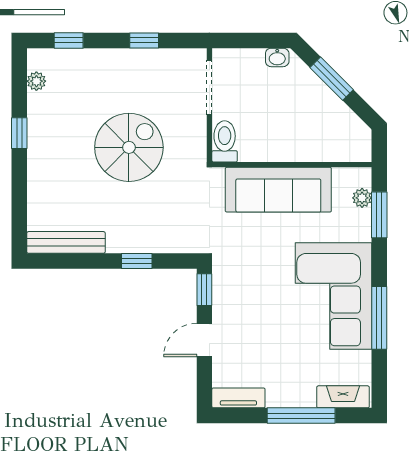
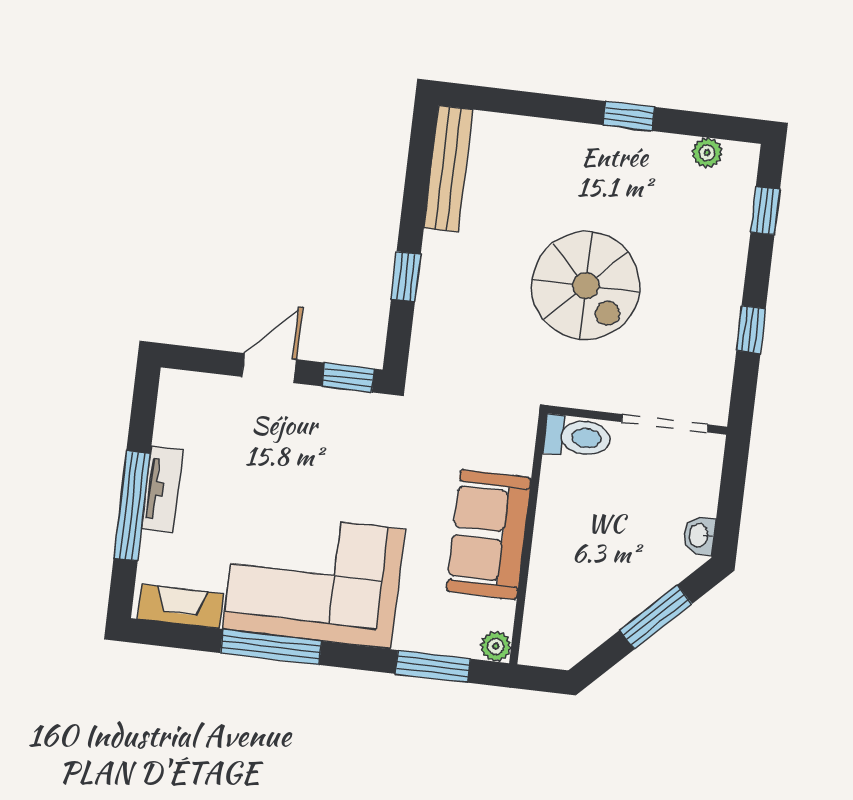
sofa: (278, 190) -> (489, 534), width x0.73
plant: (362, 198) -> (496, 646), moved
door: (204, 340) -> (269, 368), hinge flipped
fireplace: (343, 397) -> (181, 606), moved, turned -90
tv unit: (238, 398) -> (162, 489), moved

